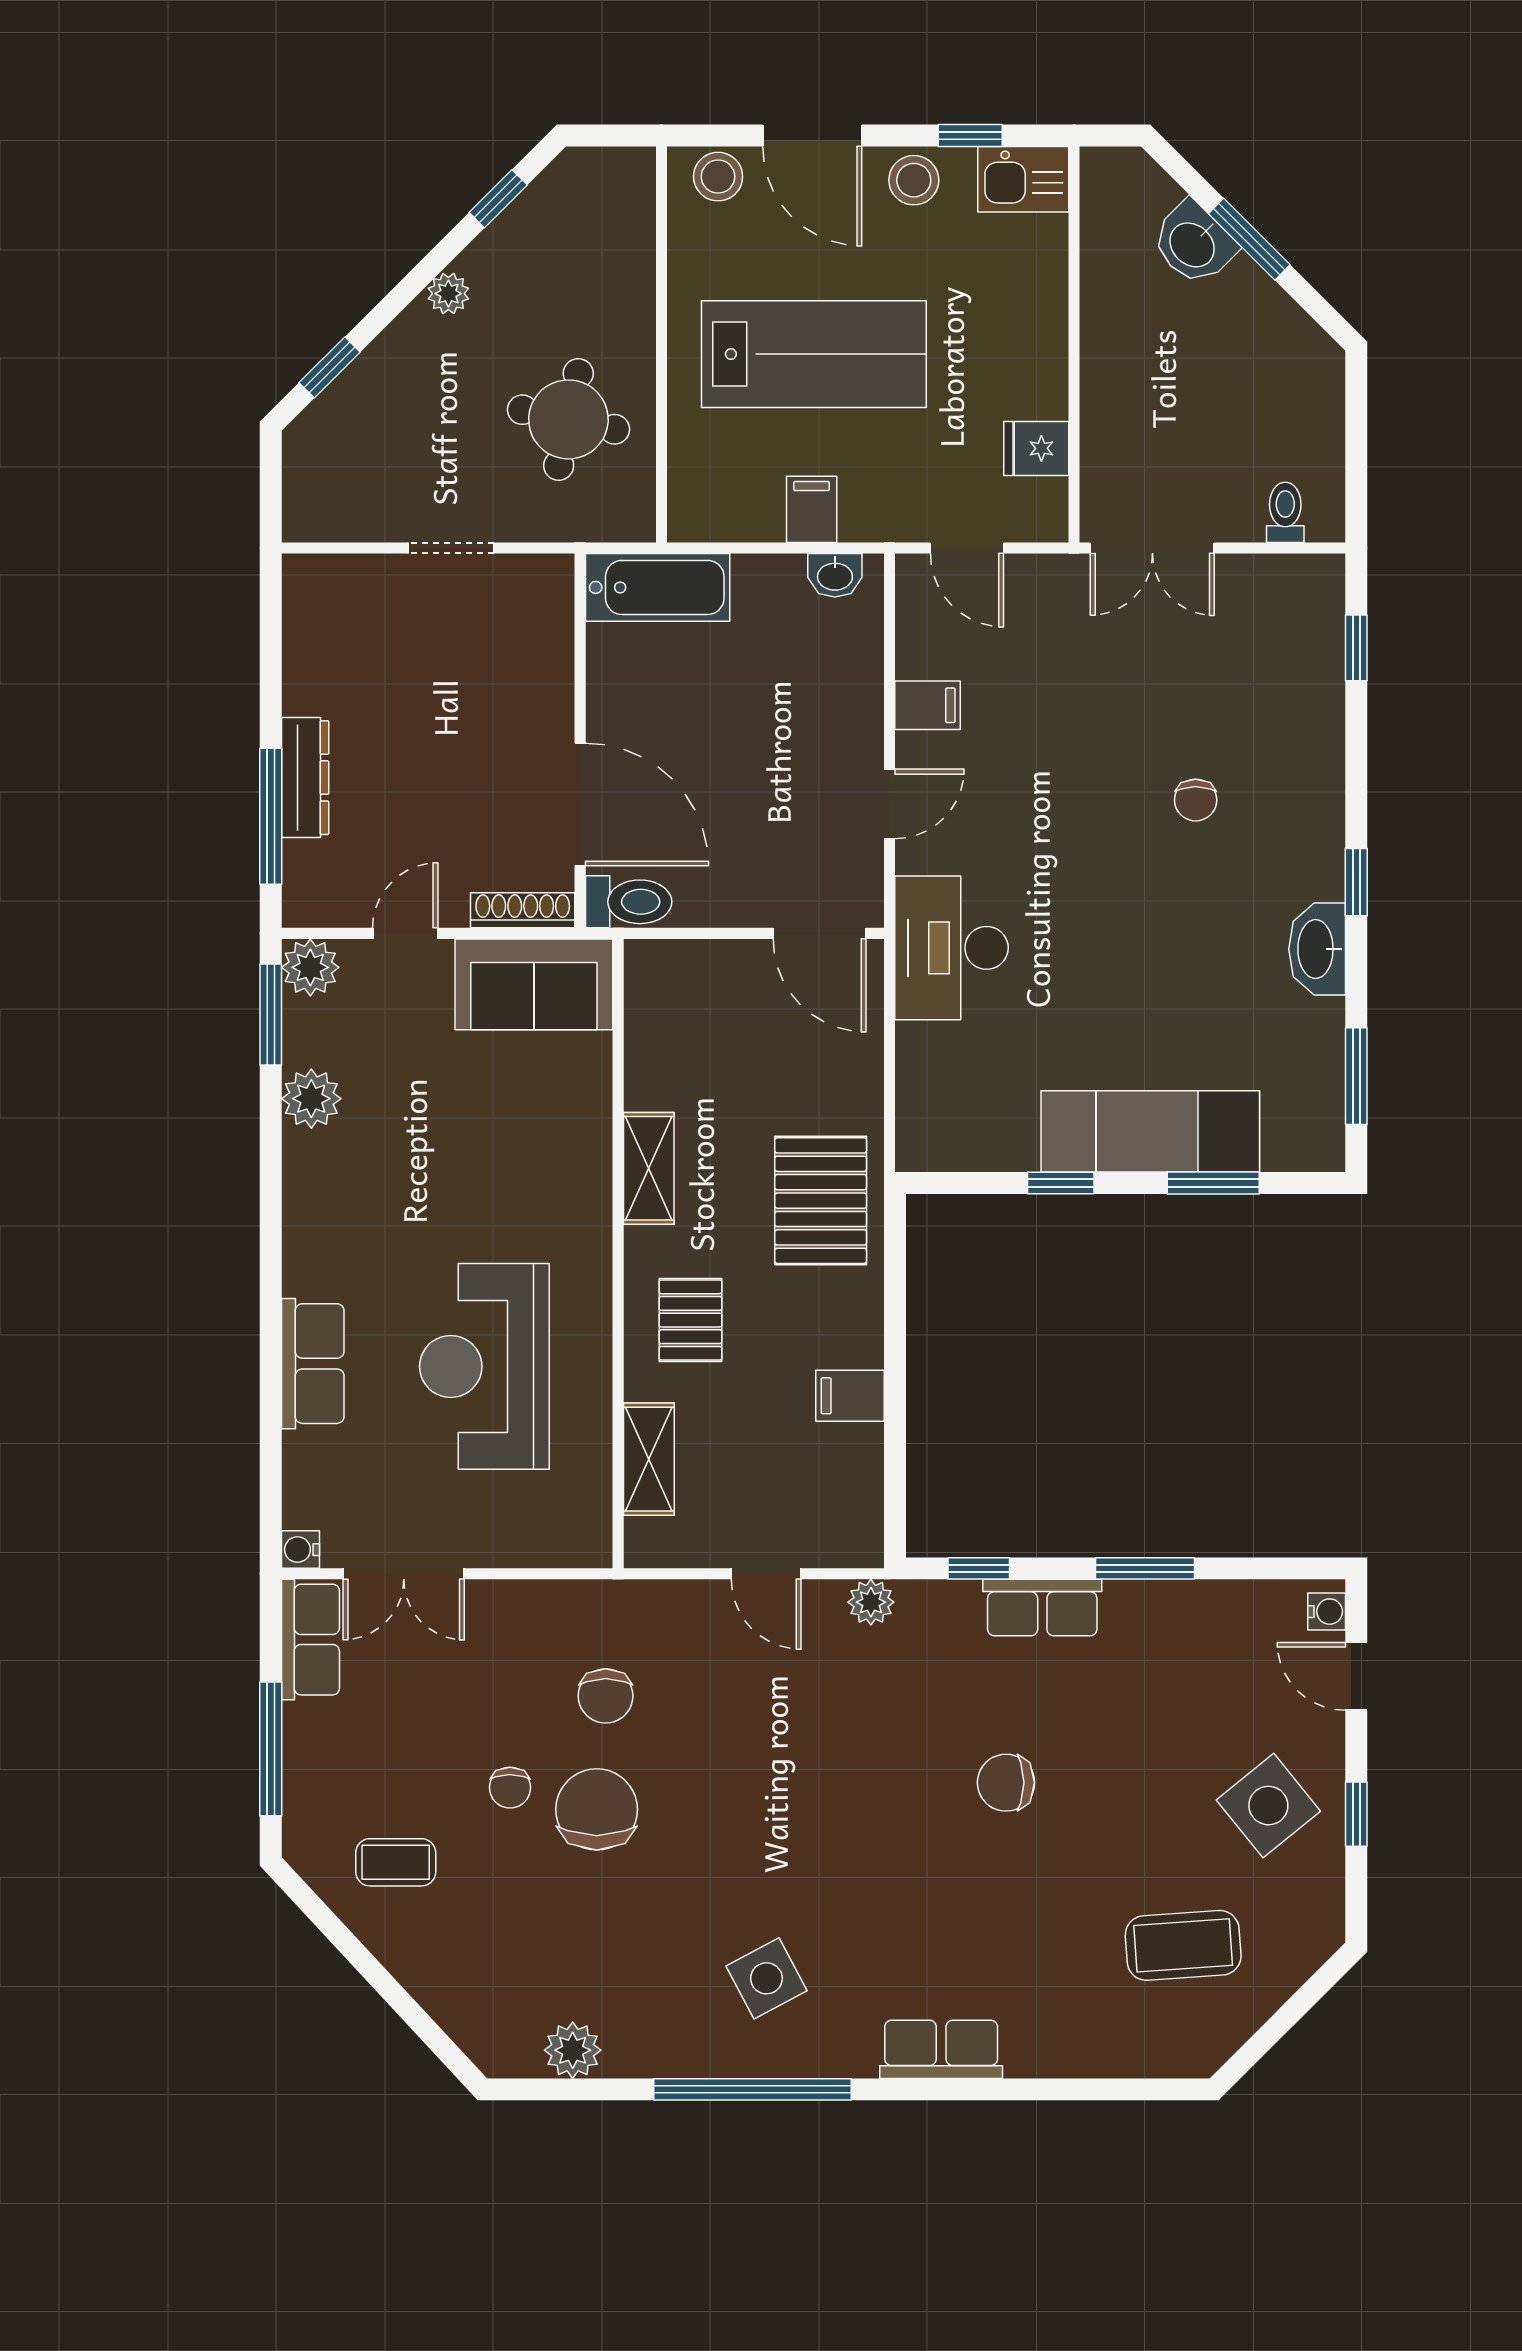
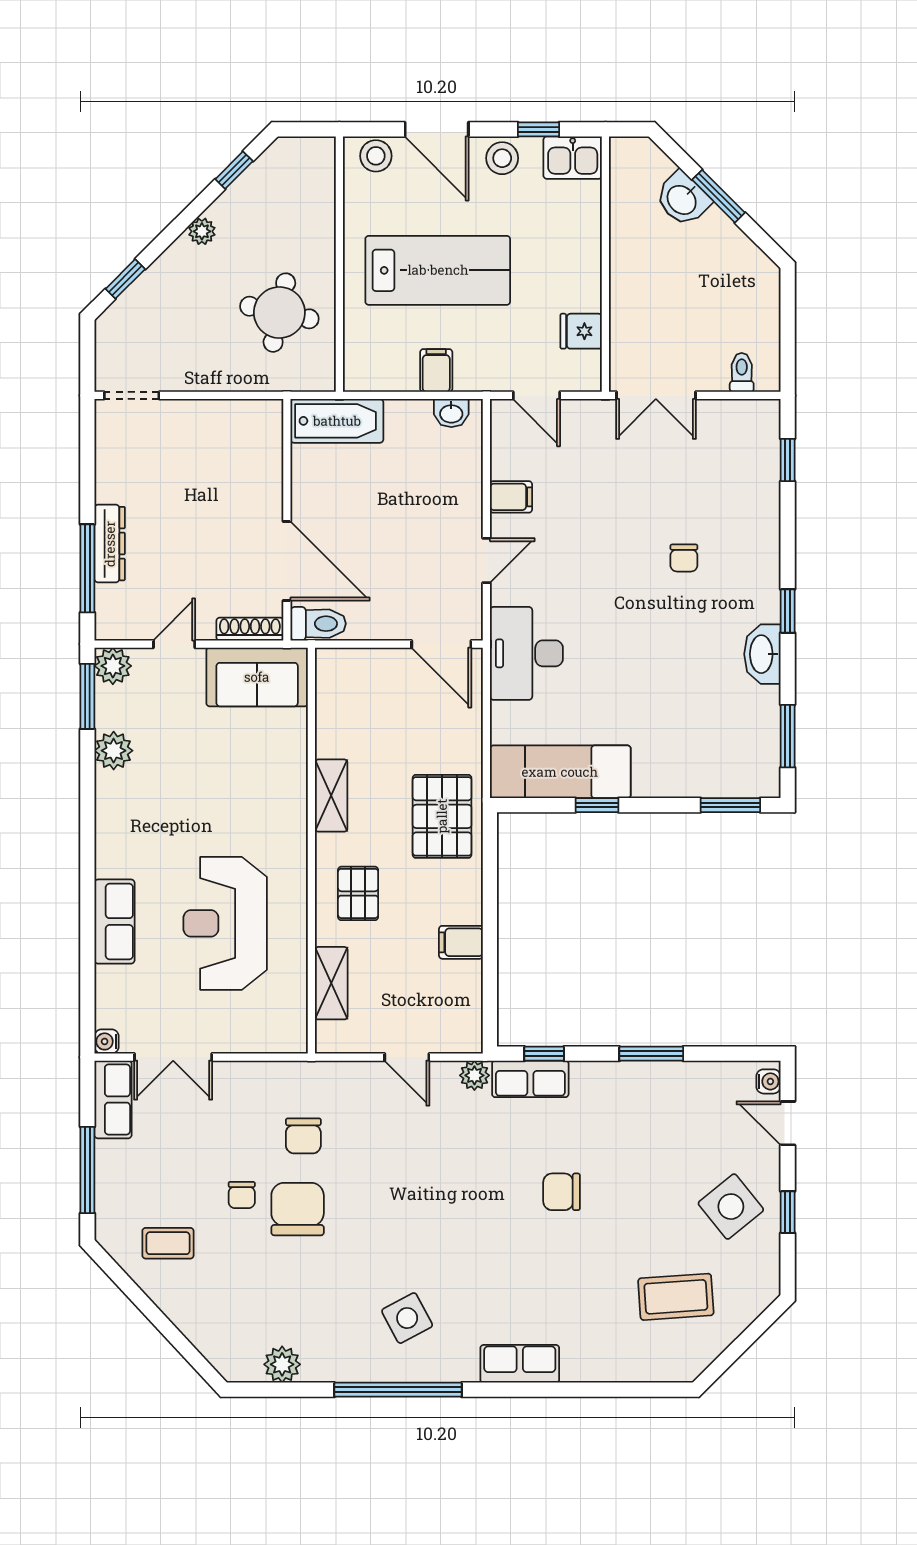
doorway: (451, 548) -> (132, 395), moved
exam couch: (1150, 1131) -> (560, 772), moved
window: (1213, 1183) -> (730, 805), moved
row of seats: (1042, 1608) -> (530, 1079), moved

